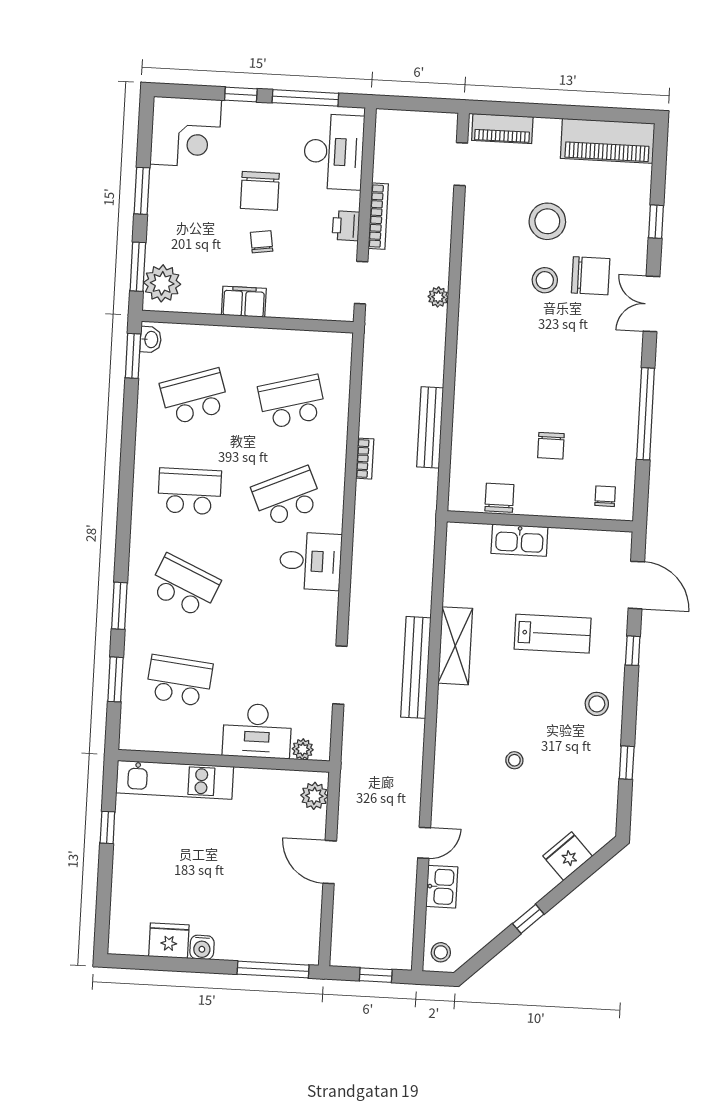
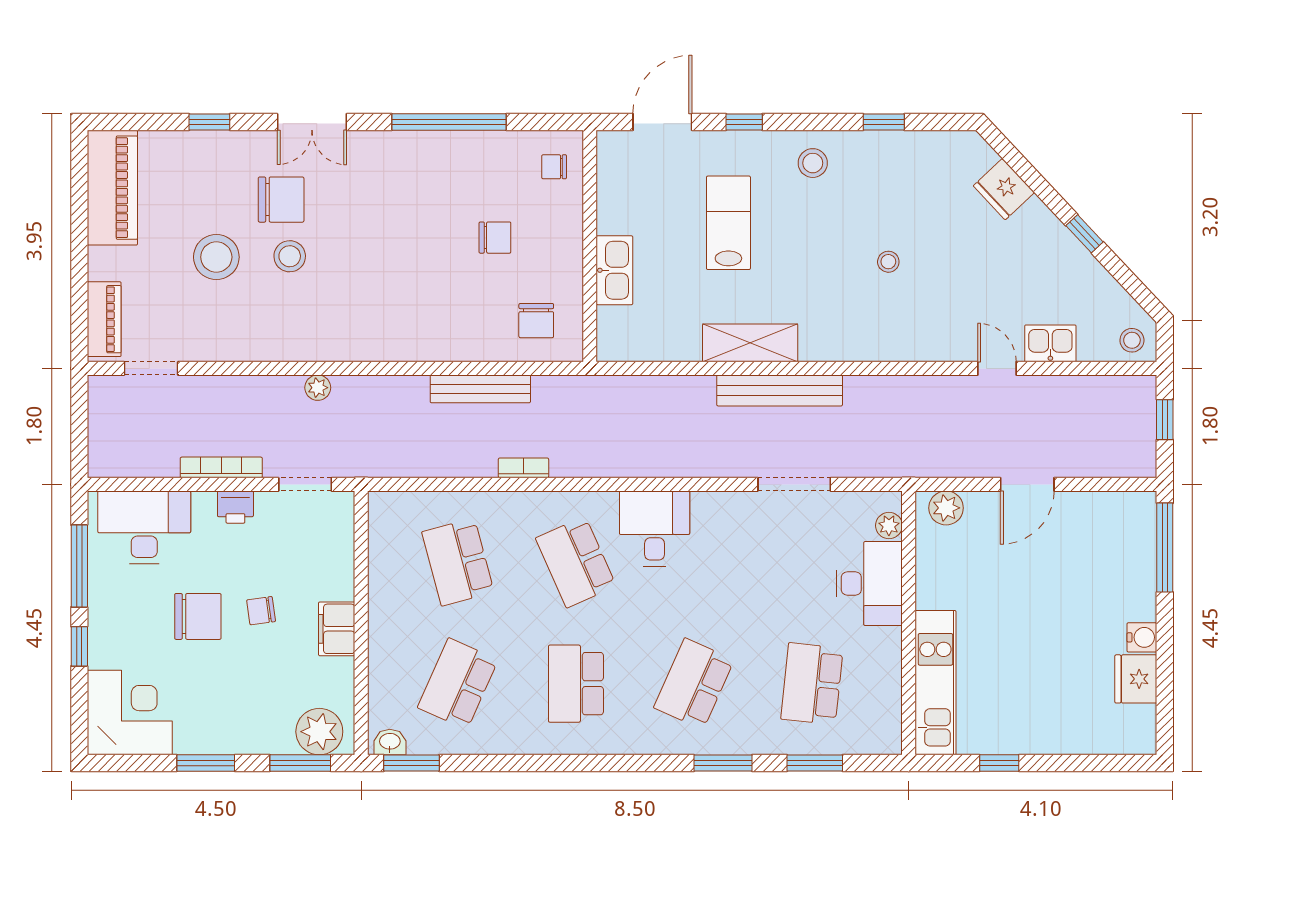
chair: (591, 276) -> (281, 200), turned 90
school desk: (195, 397) -> (458, 684), turned 42
chair: (499, 498) -> (536, 321), moved, turned -90

